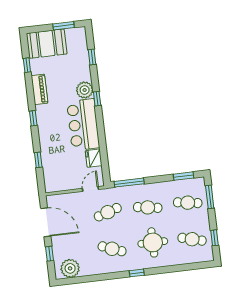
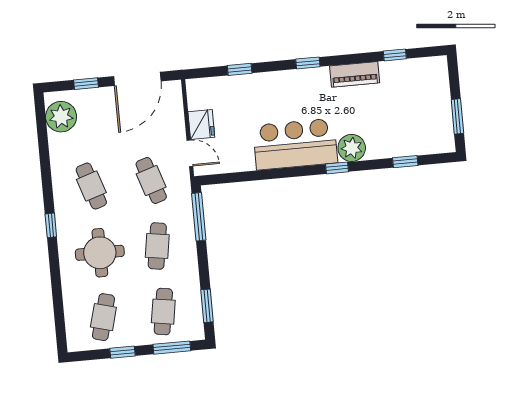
booth: (47, 44) -> (429, 88), removed
fridge: (94, 158) -> (201, 124), moved, turned 90
window: (215, 238) -> (123, 352), moved
cafe table: (112, 249) -> (91, 186), turned -39

